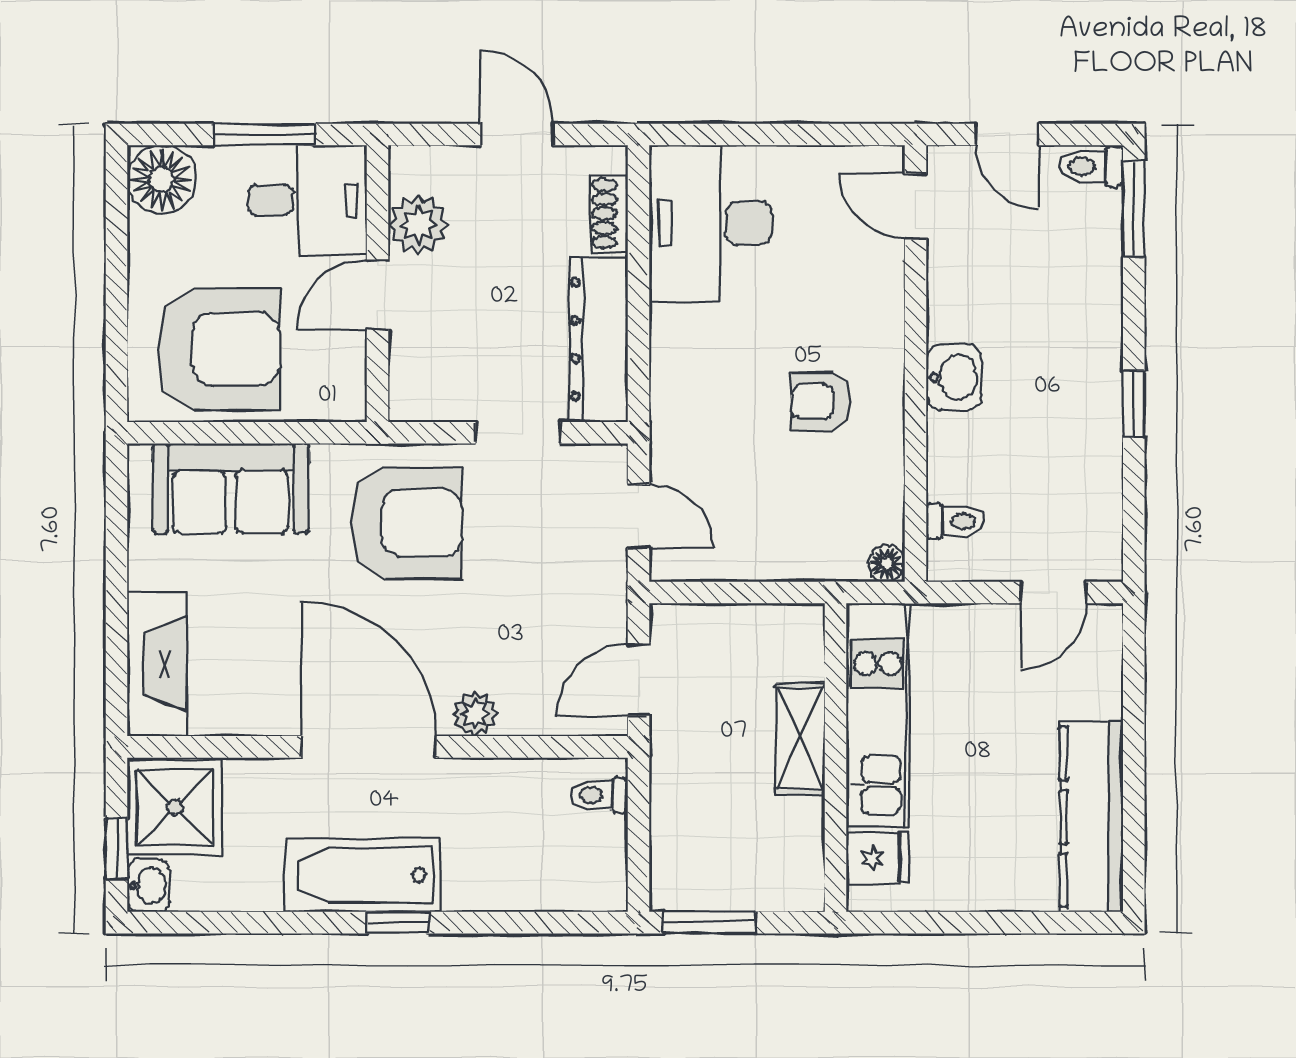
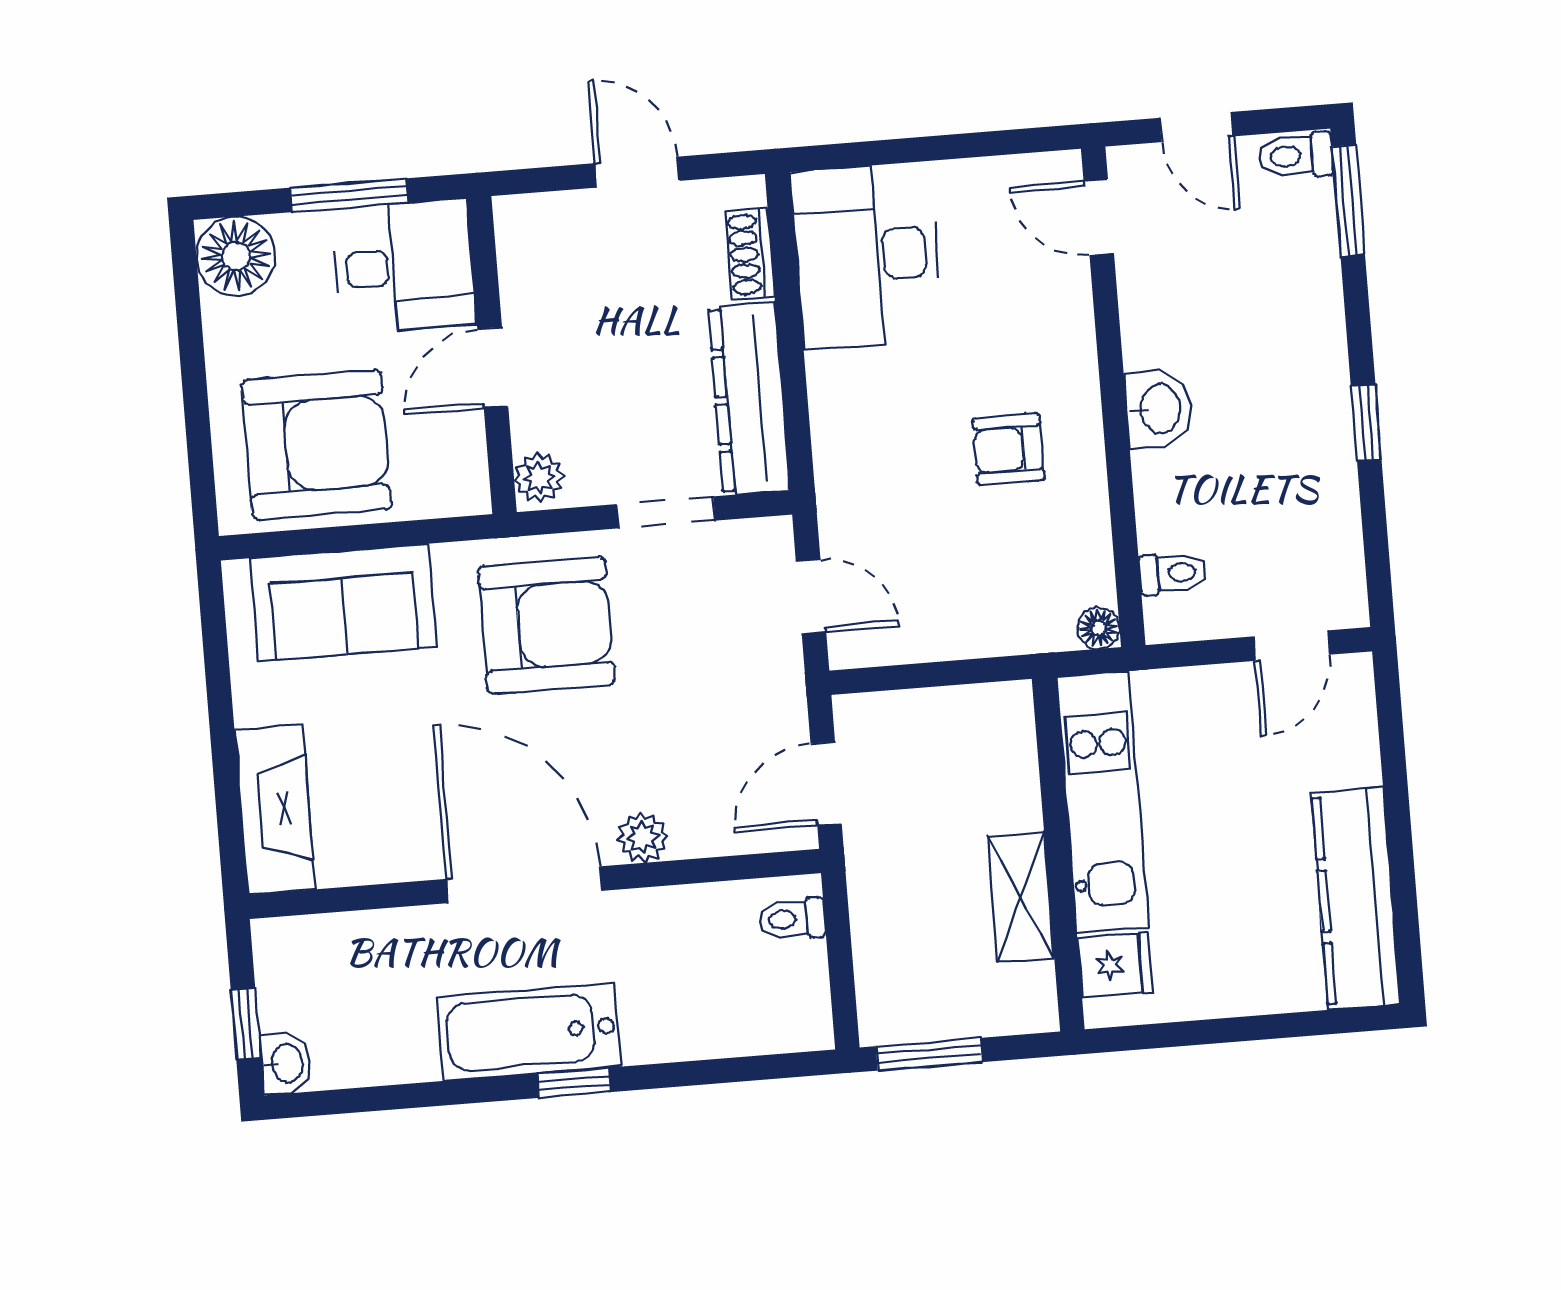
plant: (418, 225) -> (539, 478), moved, width x0.73, depth x0.73
shelving: (800, 739) -> (1021, 897), moved
shower: (175, 807) -> (308, 972), removed

